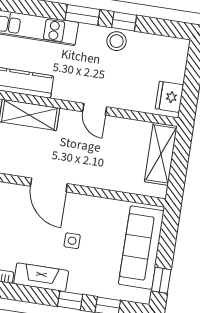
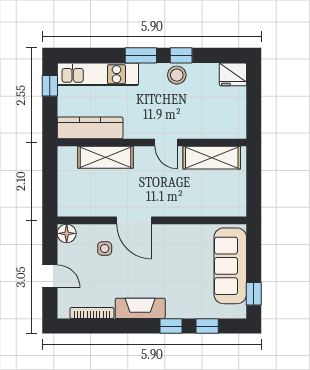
fridge: (169, 97) -> (233, 74), moved, turned -90
shelving: (161, 154) -> (212, 158), moved, turned 90
side table: (72, 241) -> (105, 248), moved

